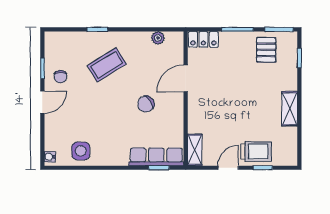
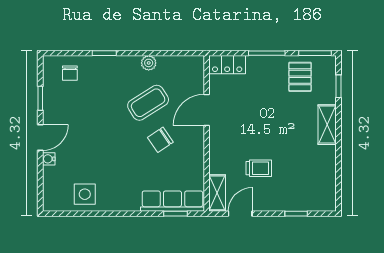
plant: (158, 38) -> (149, 63), moved
coffee table: (107, 65) -> (148, 103), moved
chair: (60, 77) -> (70, 73), moved
shelving: (290, 109) -> (327, 125), moved
trolley: (256, 152) -> (259, 168), moved, width x0.73, depth x0.72
water cooler: (50, 157) -> (49, 159), moved
door: (228, 168) -> (240, 214), moved

